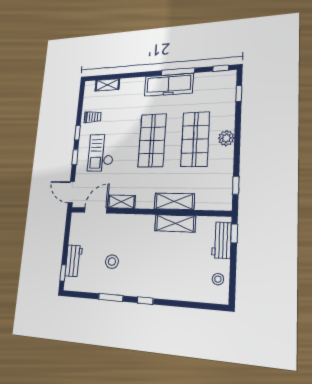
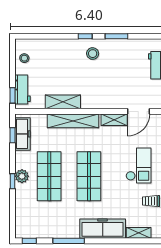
freezer: (169, 85) -> (103, 229), moved
window: (239, 94) -> (13, 181), moved
freezer: (224, 187) -> (23, 134), added
shelving: (174, 201) -> (73, 121), width x1.47
stool: (112, 262) -> (93, 54), moved

